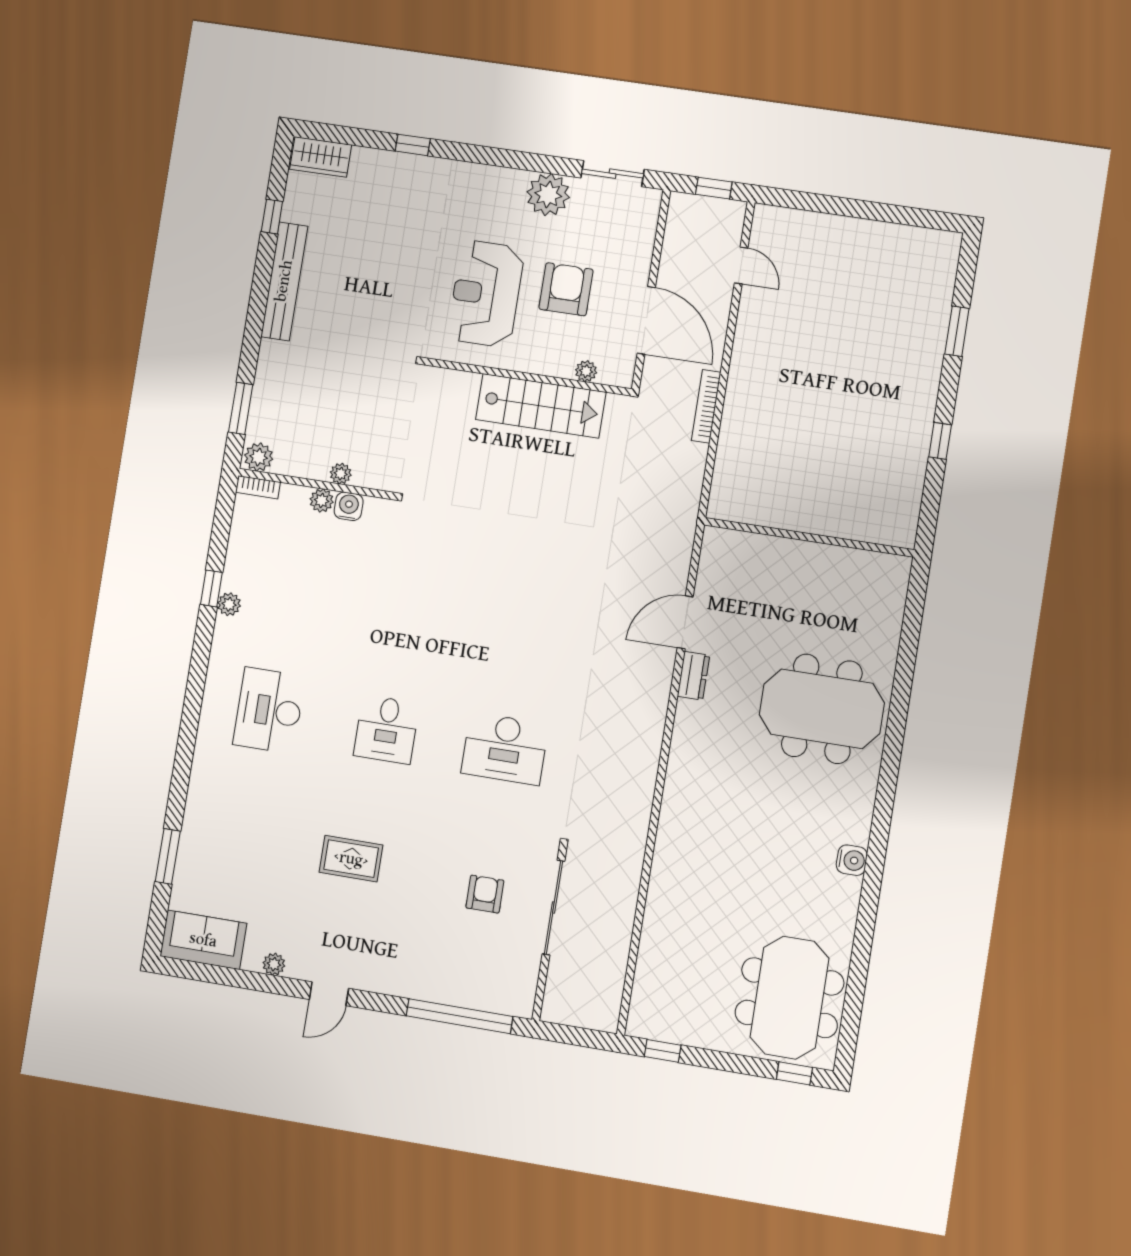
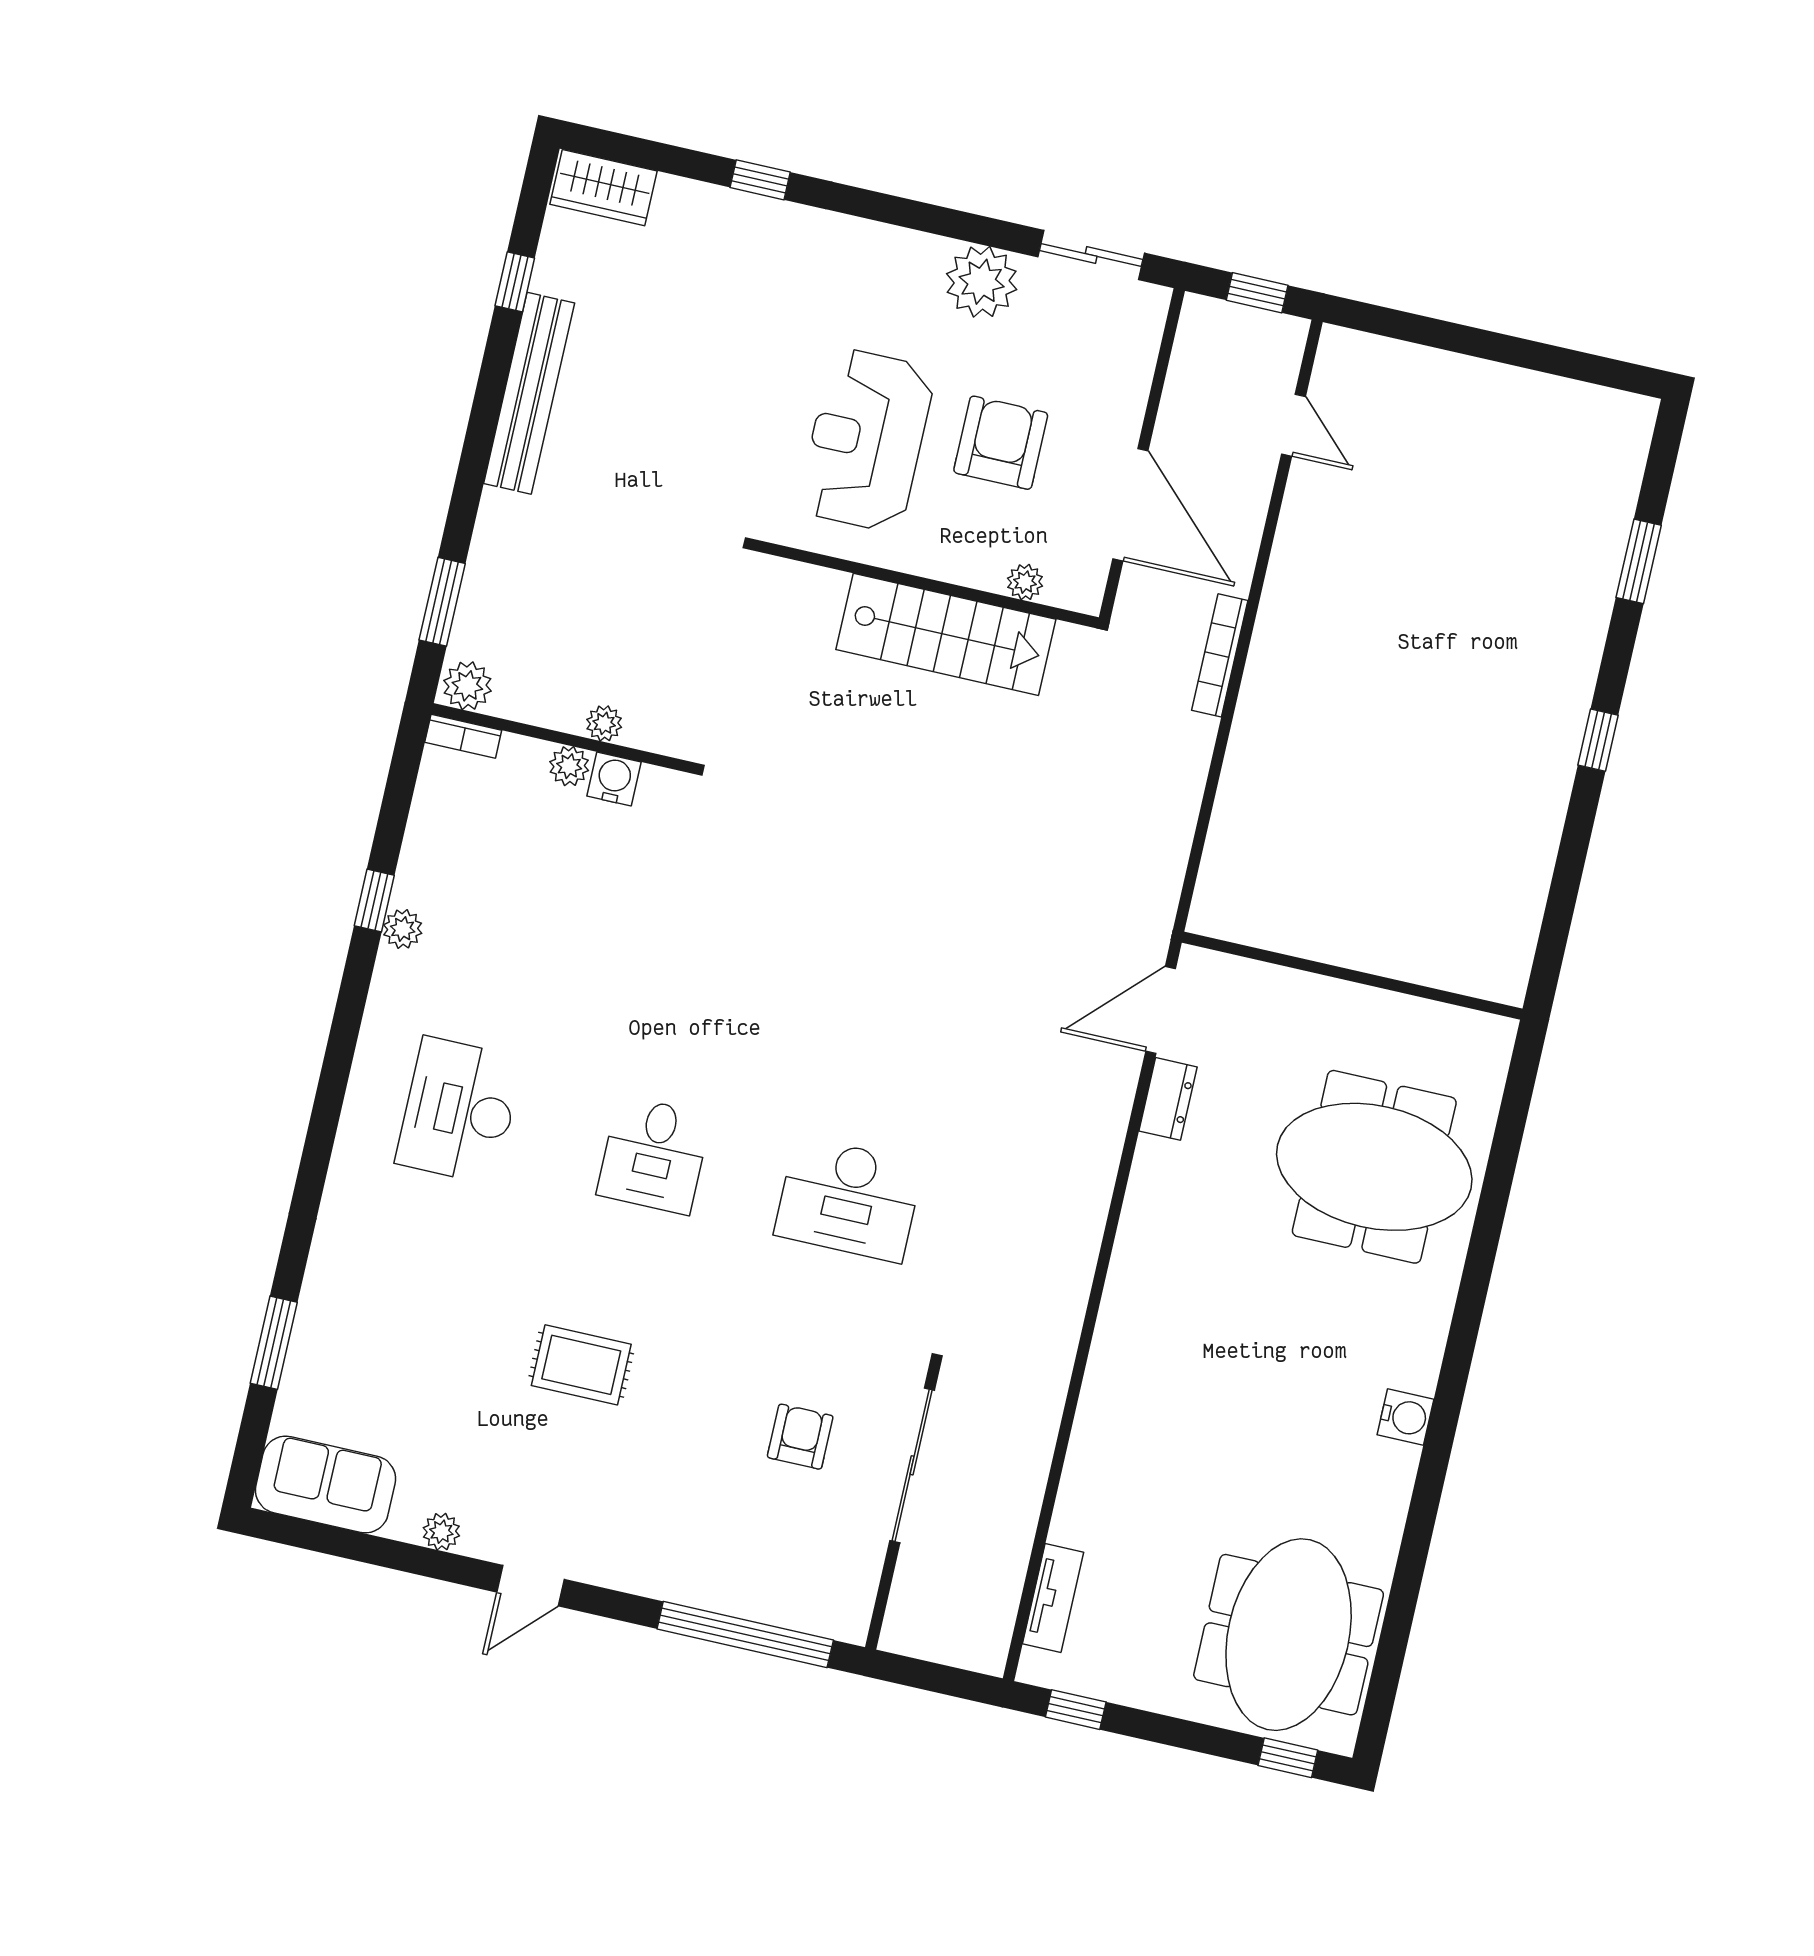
wall: (809, 537) -> (1352, 976), moved
tv unit: (644, 983) -> (1053, 1598), added

